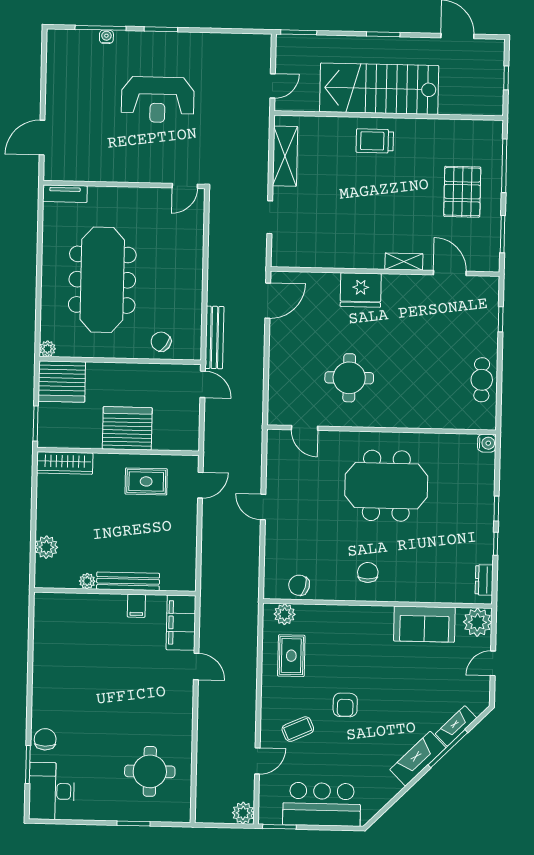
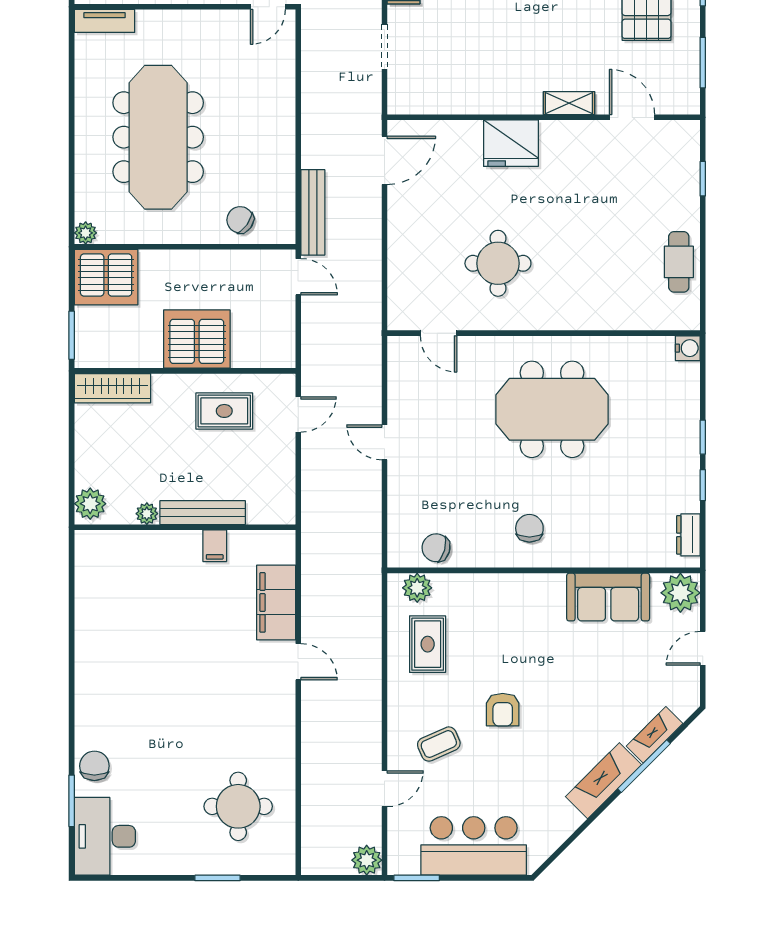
plant: (87, 581) -> (147, 514), moved
bench: (128, 581) -> (203, 513), moved
wall: (115, 592) -> (185, 527), moved
filing cabinet: (136, 606) -> (215, 546), moved

